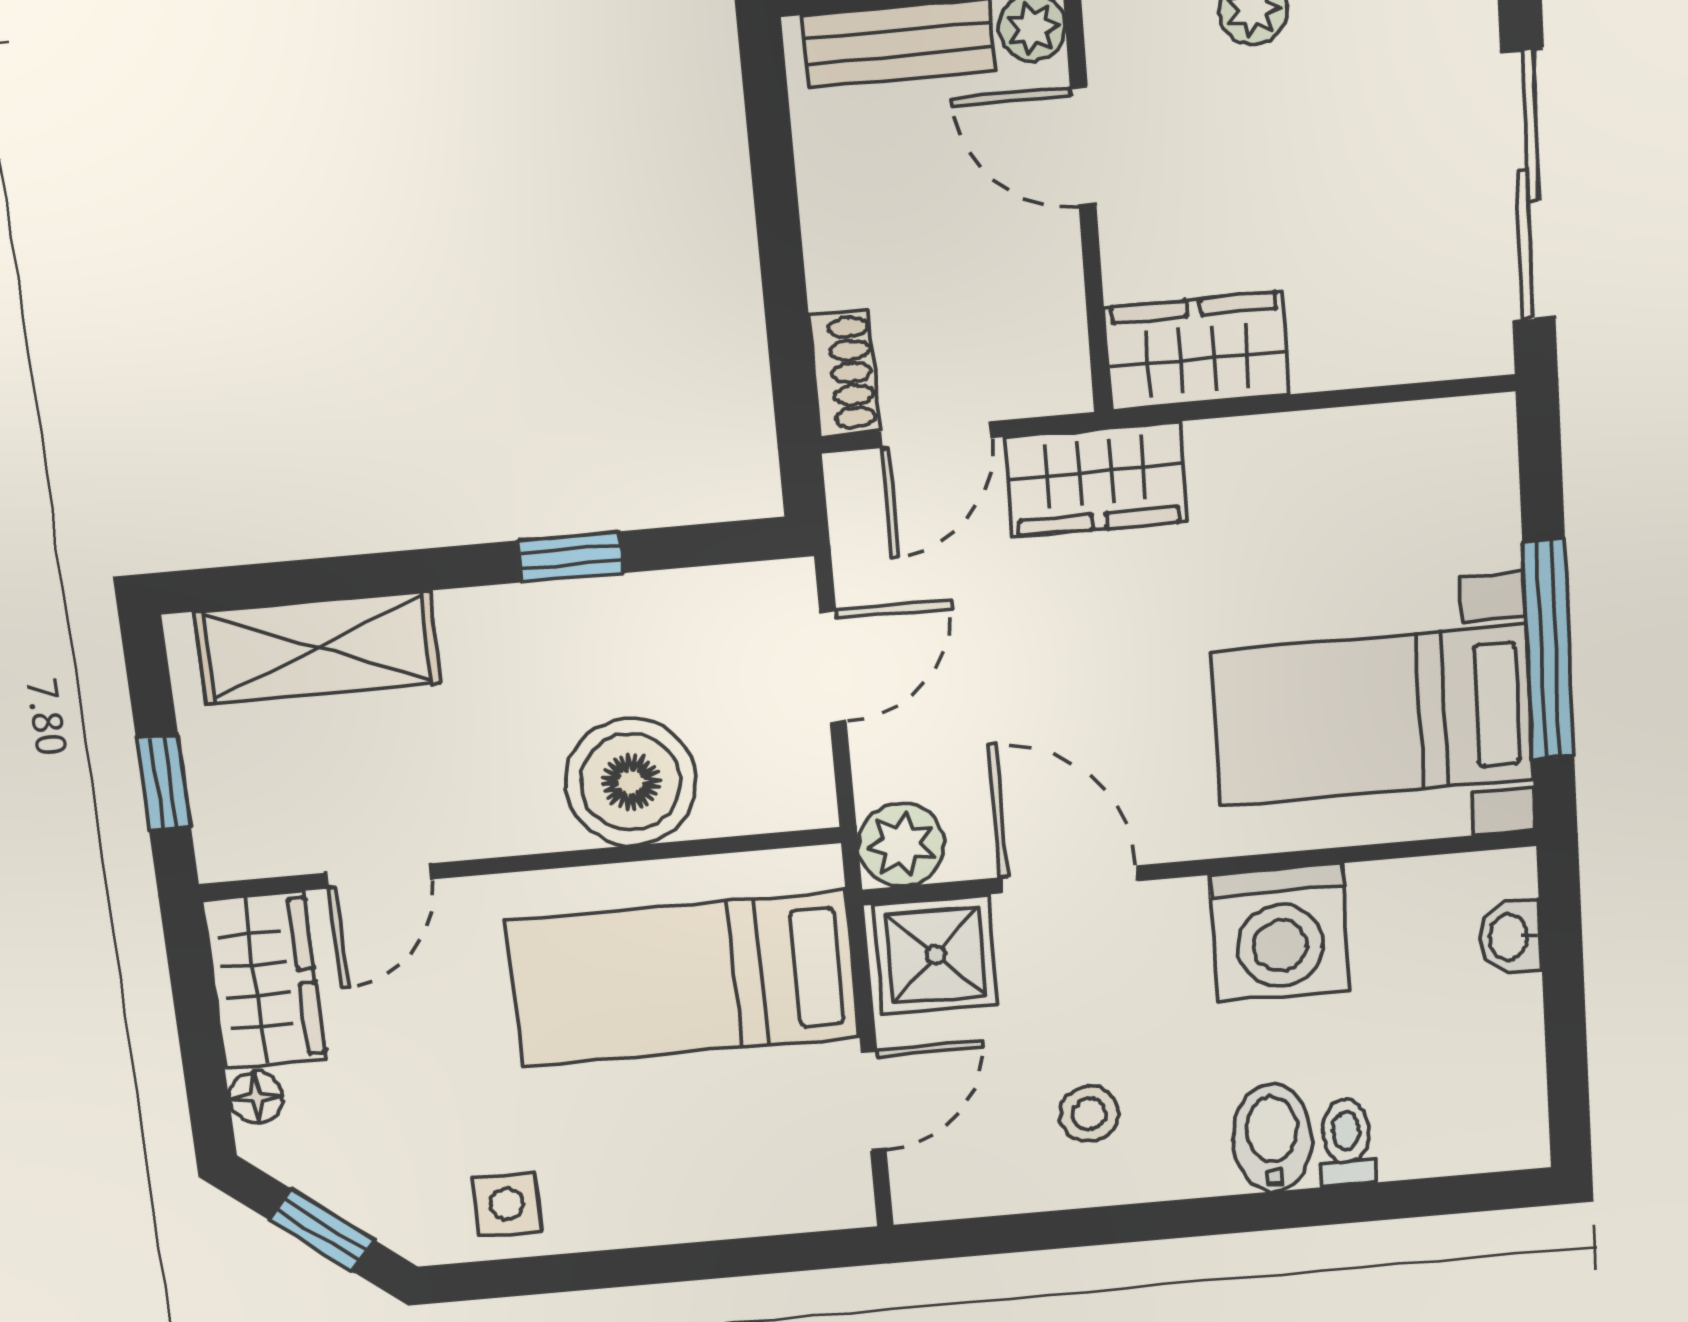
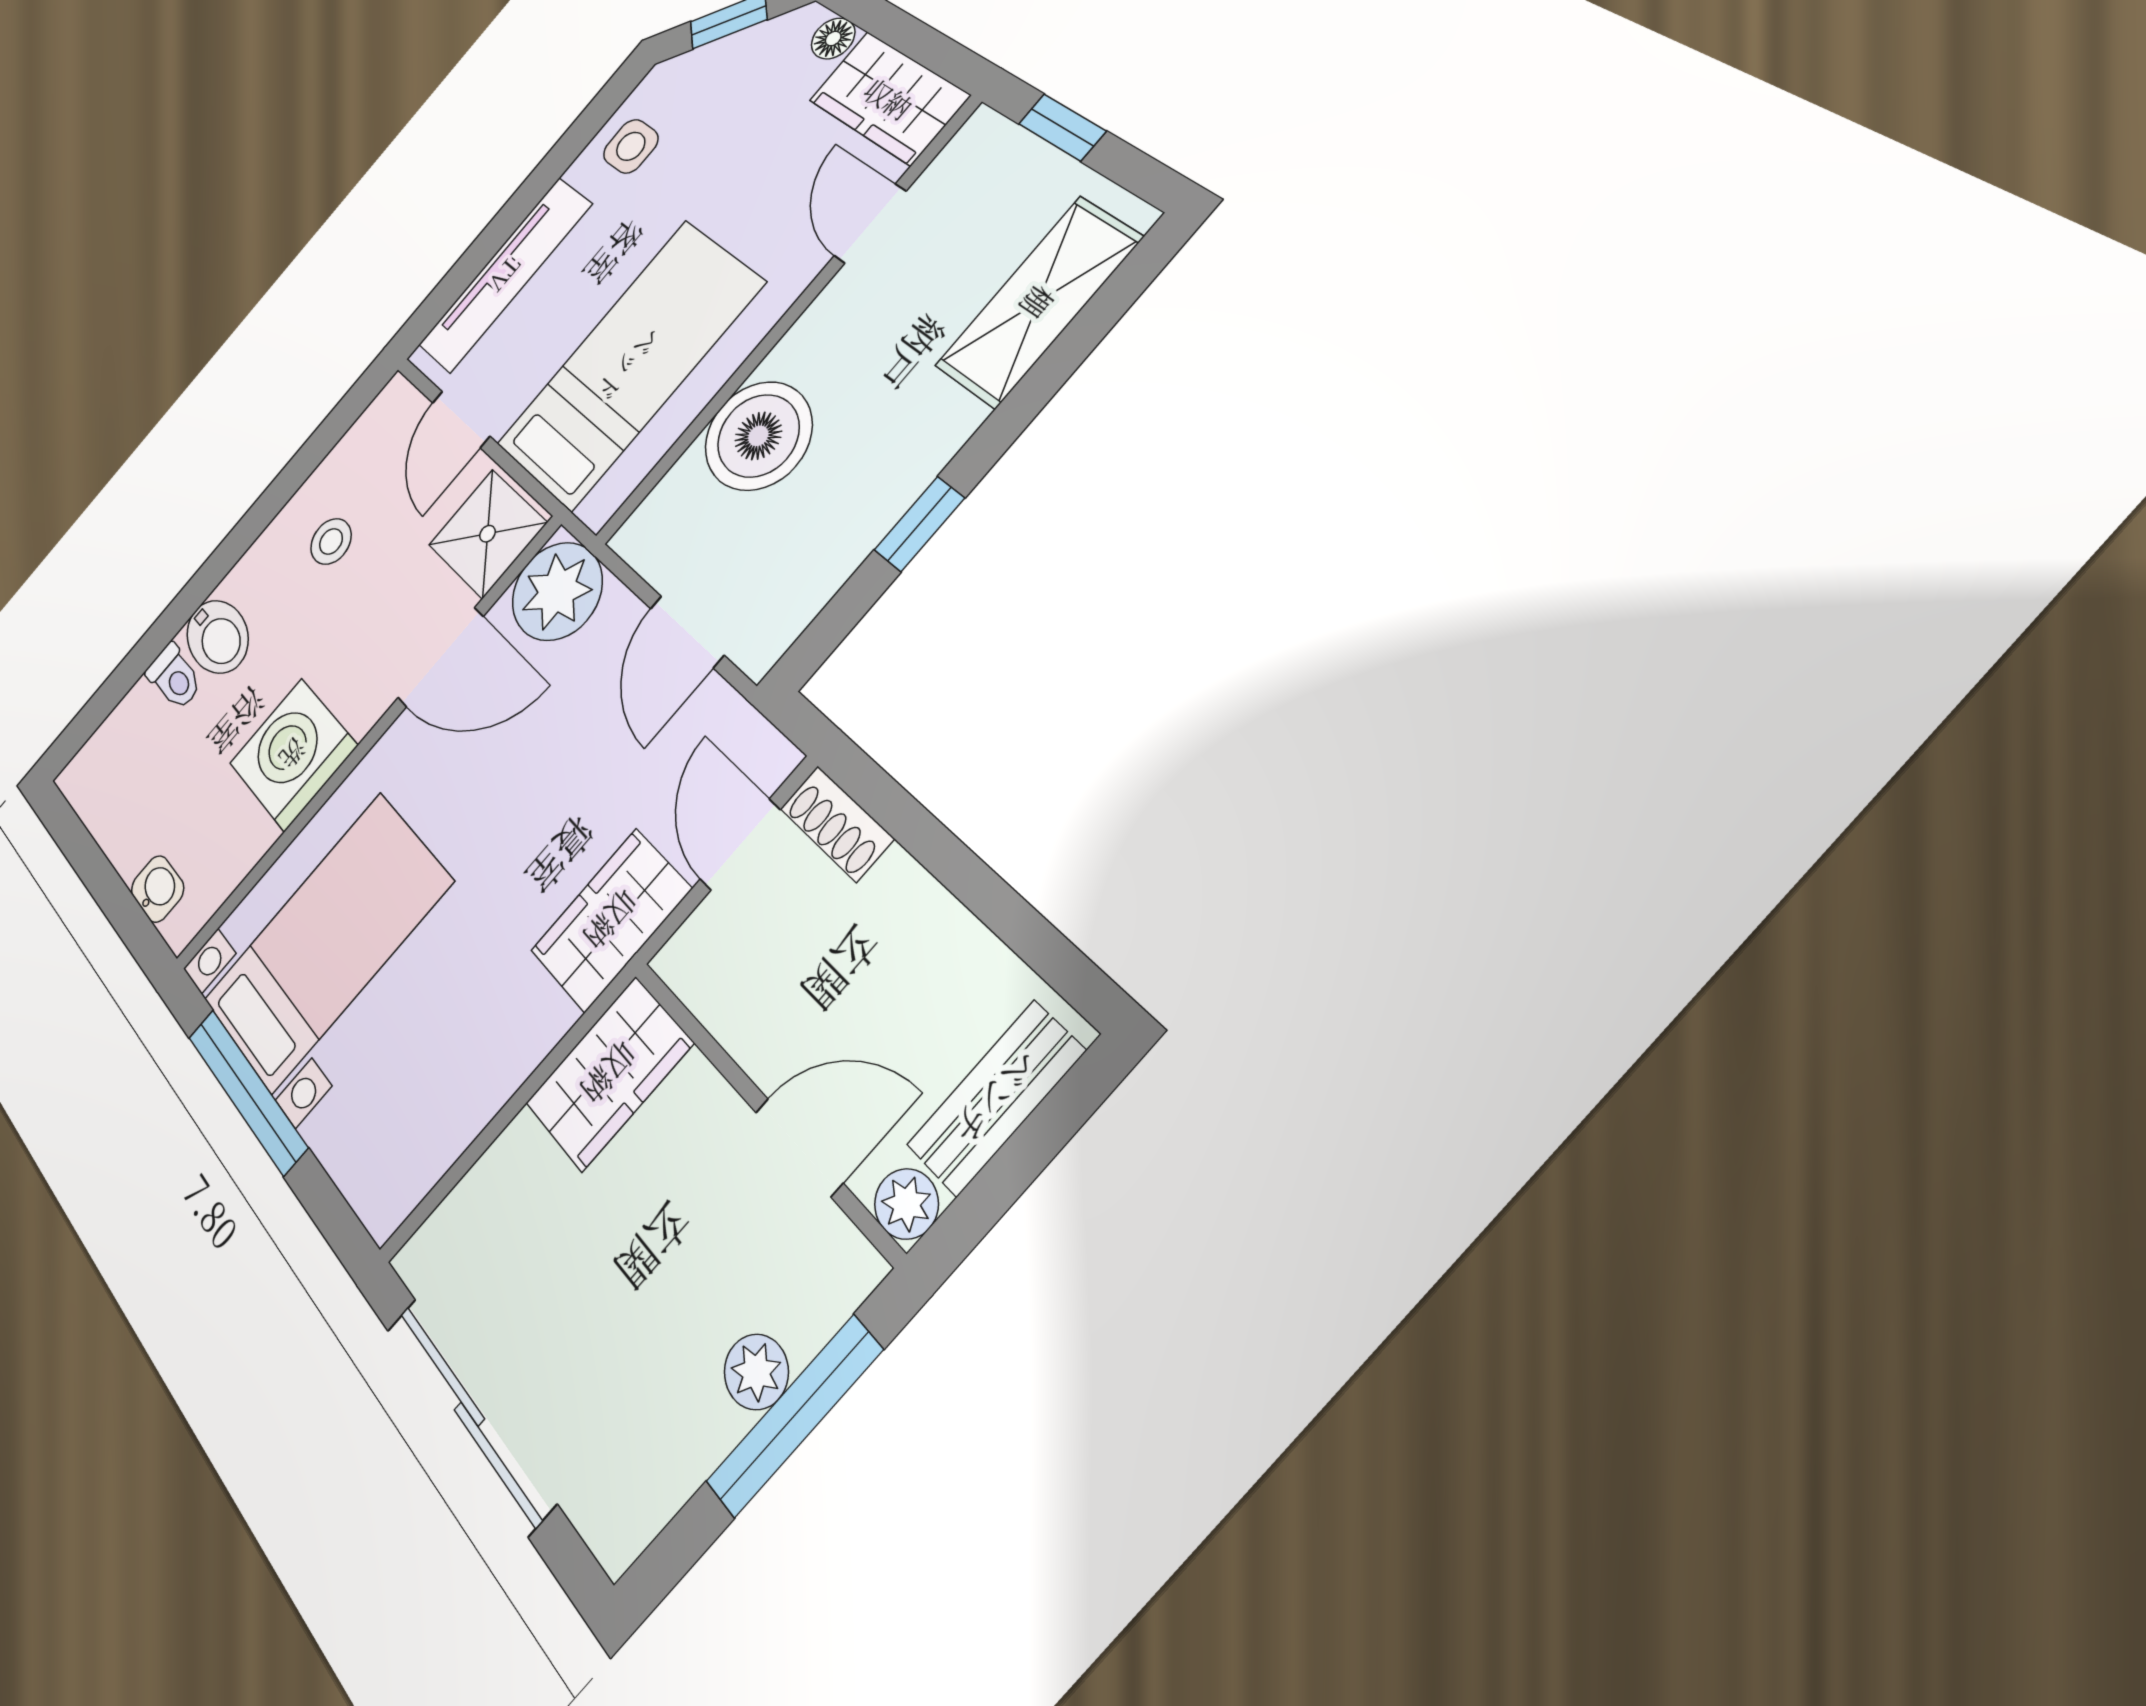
plant: (901, 845) -> (557, 591), width x1.36, depth x1.36
tv unit: (721, 1206) -> (505, 275), added

